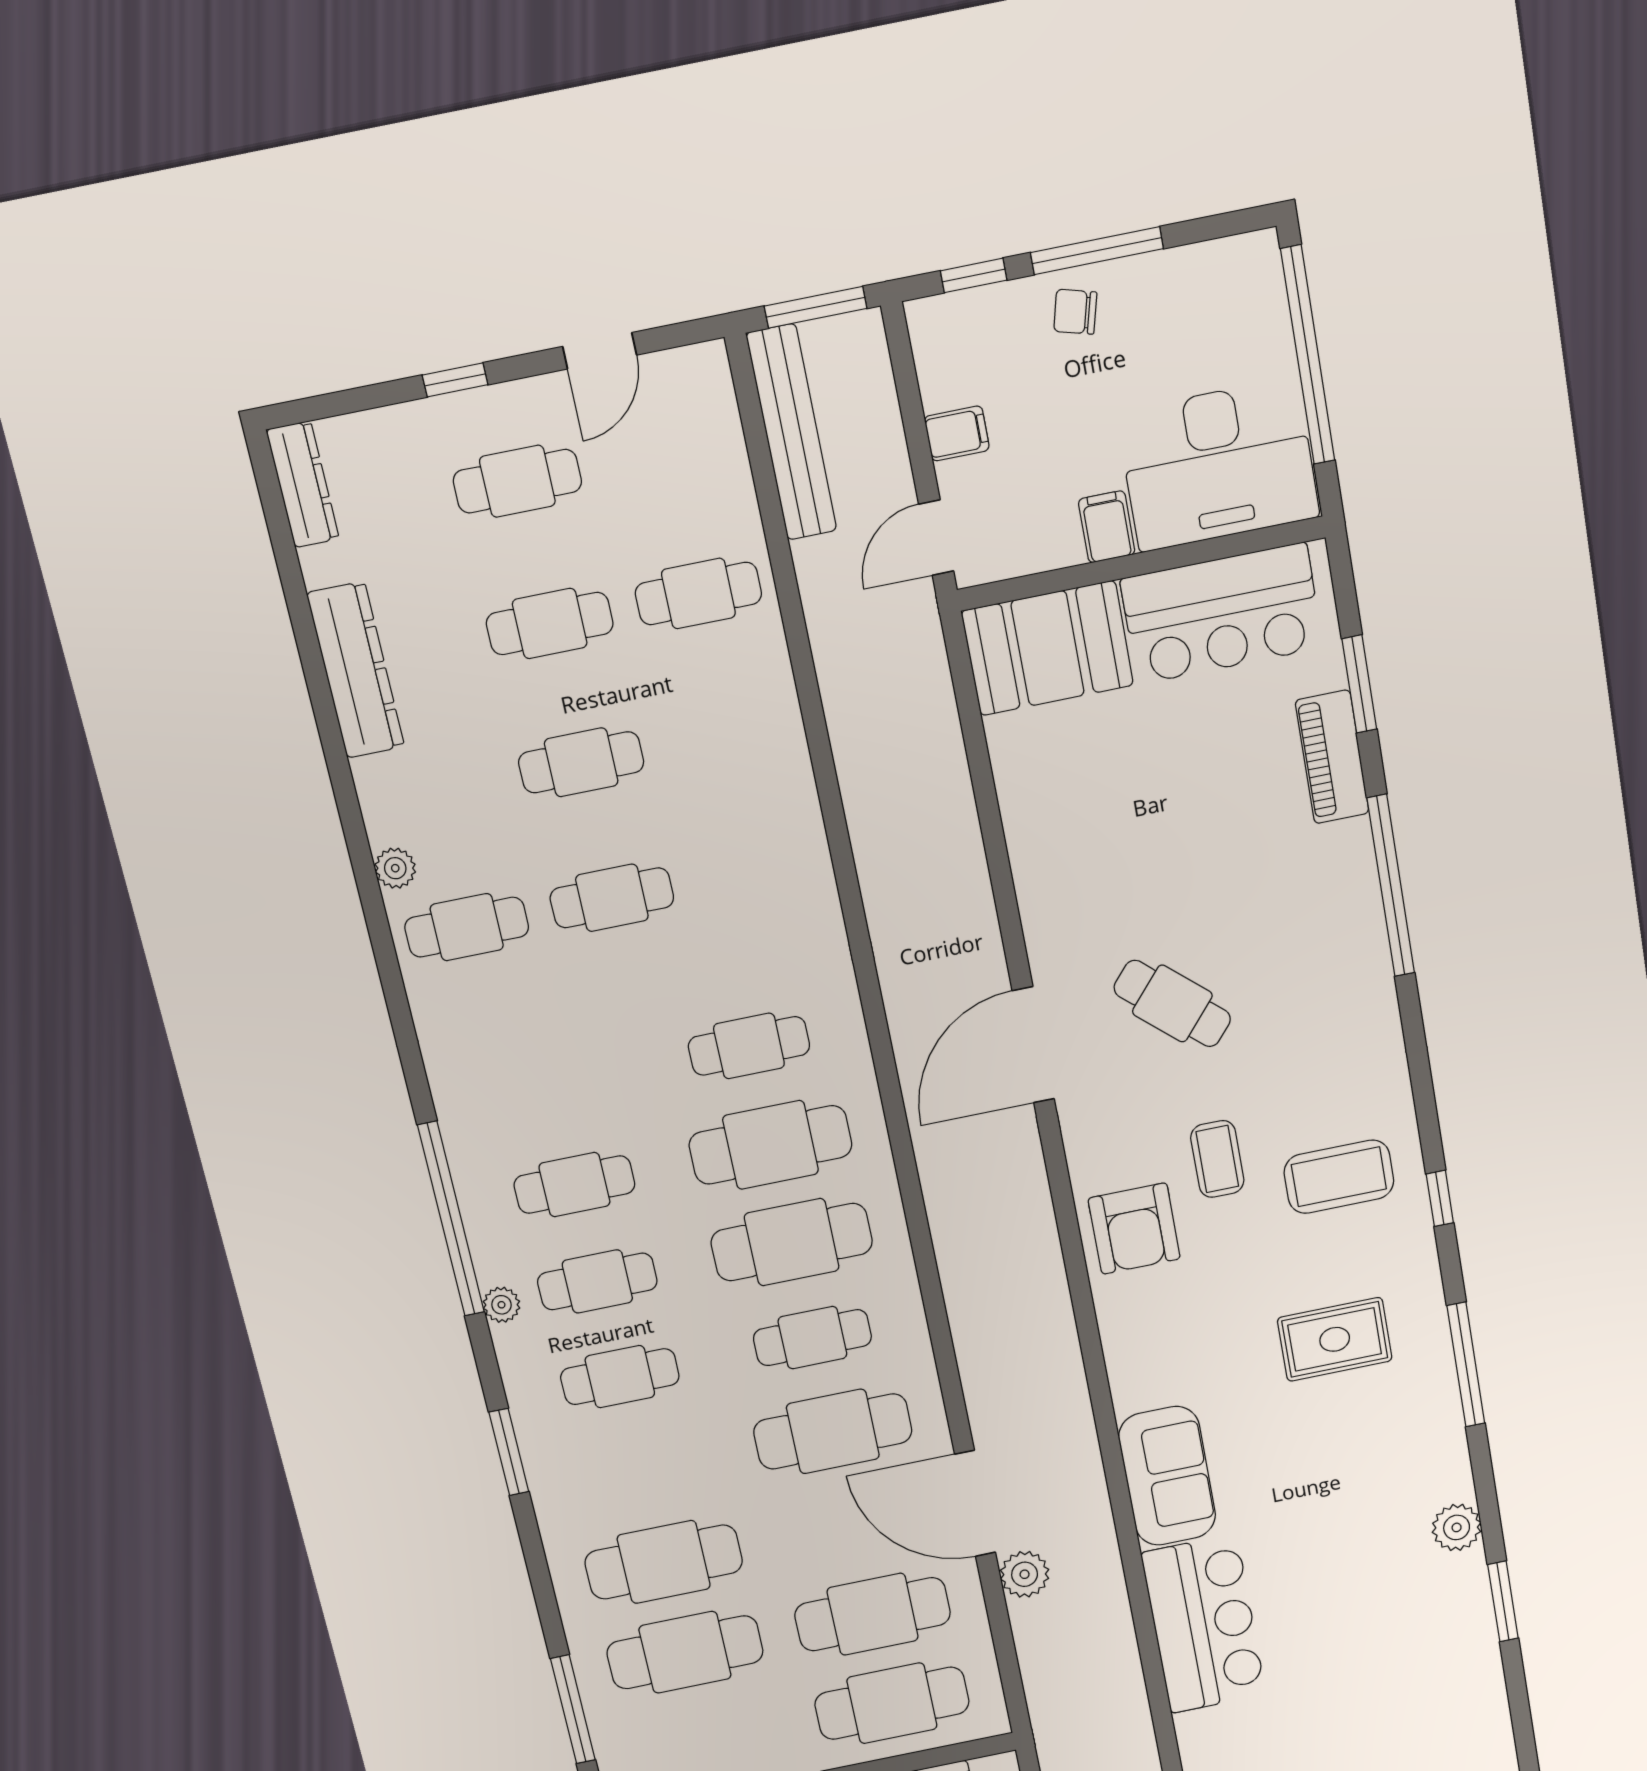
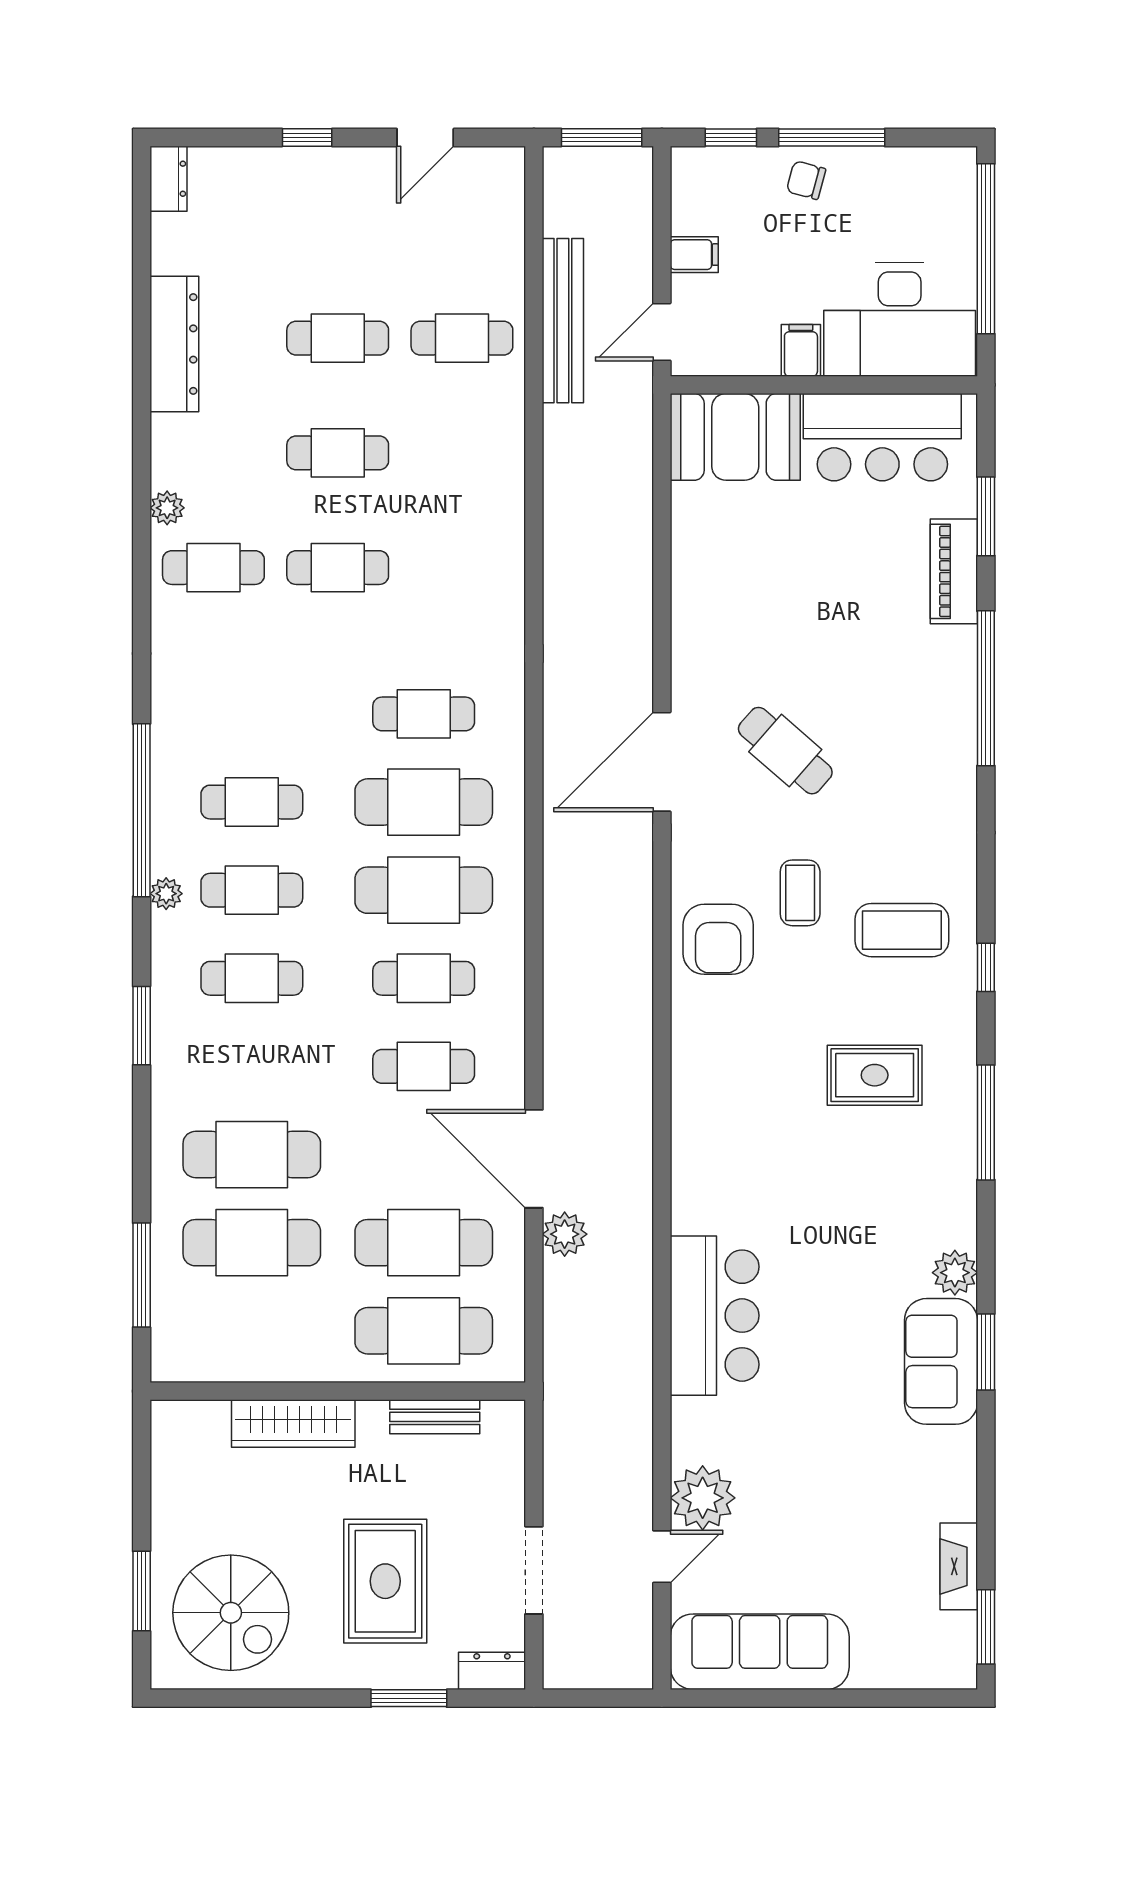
bench: (792, 432) -> (563, 321), moved
cafe table: (517, 481) -> (338, 223), removed
dresser: (303, 484) -> (168, 179), width x0.70
cafe table: (833, 1431) -> (424, 1066), width x0.73, depth x0.74
sofa: (1167, 1476) -> (941, 1361), moved, turned 180

